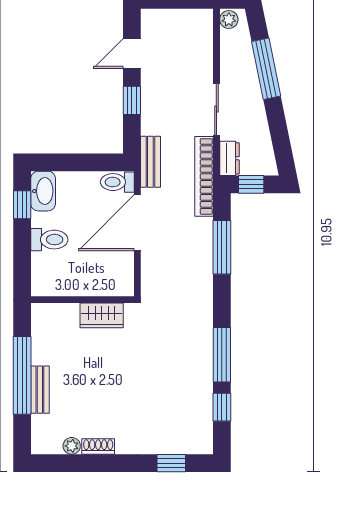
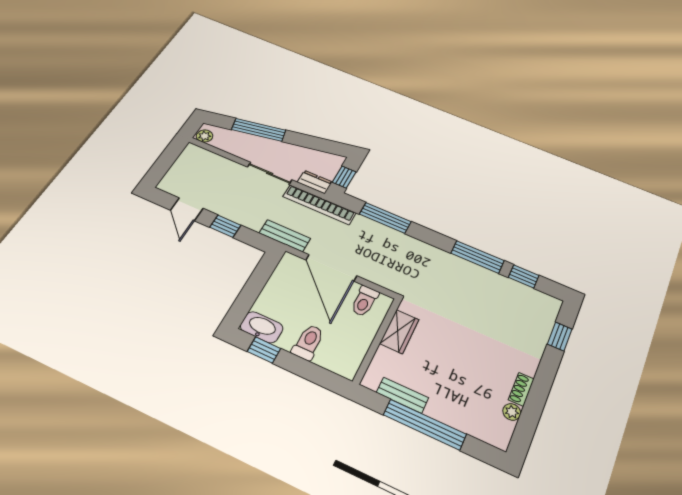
toilet: (117, 182) -> (365, 301), moved
bench: (40, 390) -> (402, 395), moved

